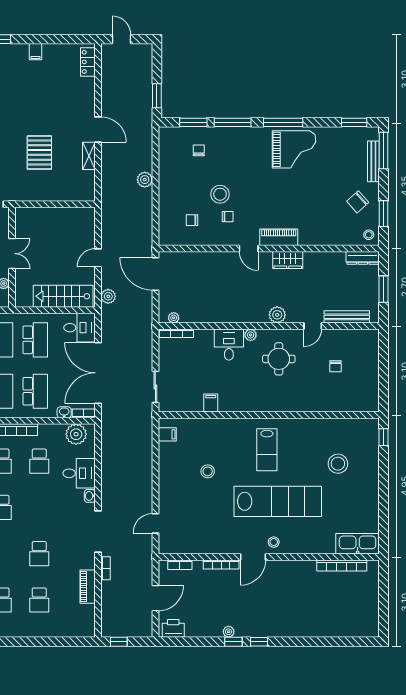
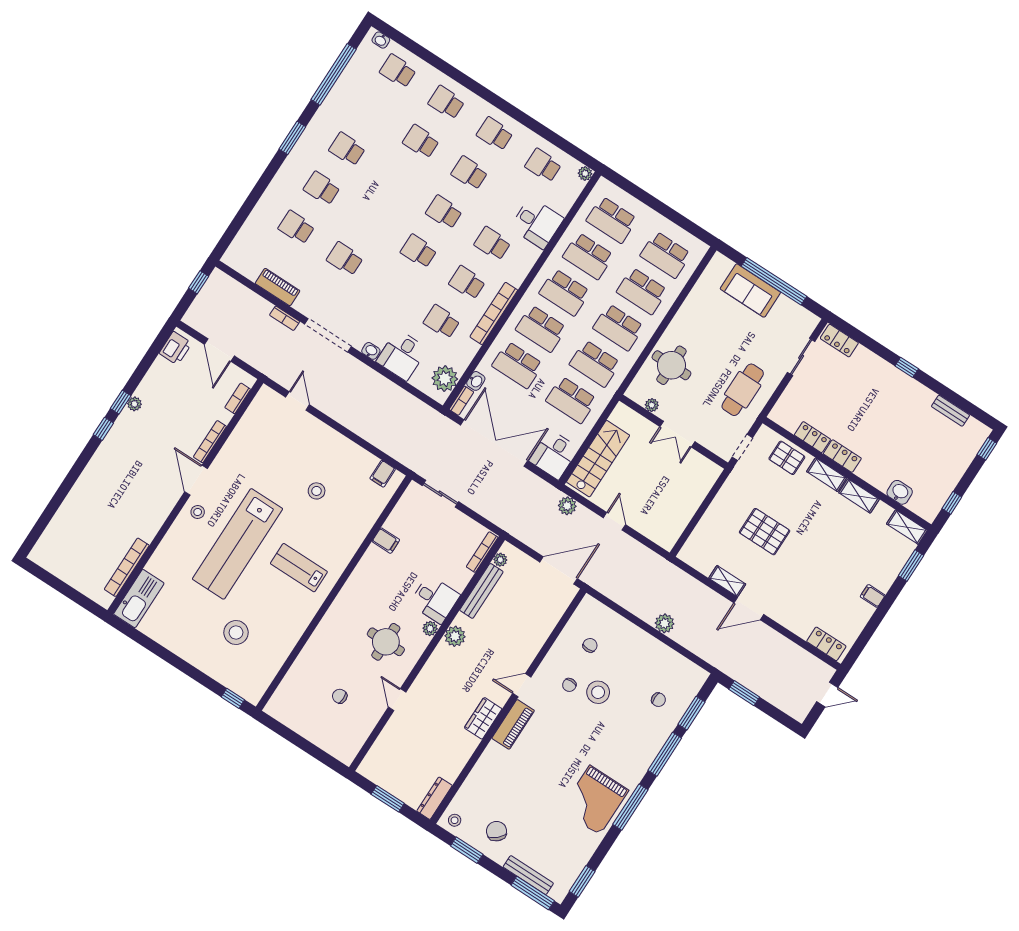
plant: (277, 315) -> (455, 636), moved
bench: (347, 317) -> (481, 591), moved

